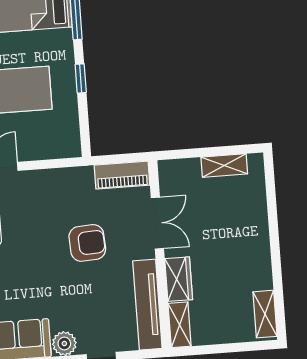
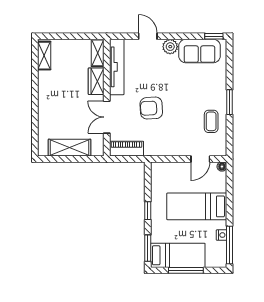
shelving: (224, 166) -> (70, 148), width x1.50, depth x1.33

